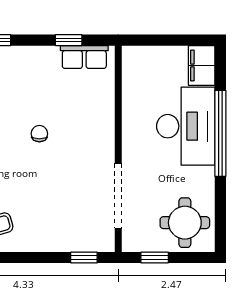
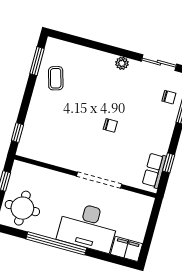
window: (220, 133) -> (56, 243), moved
doorway: (118, 196) -> (99, 180), moved

